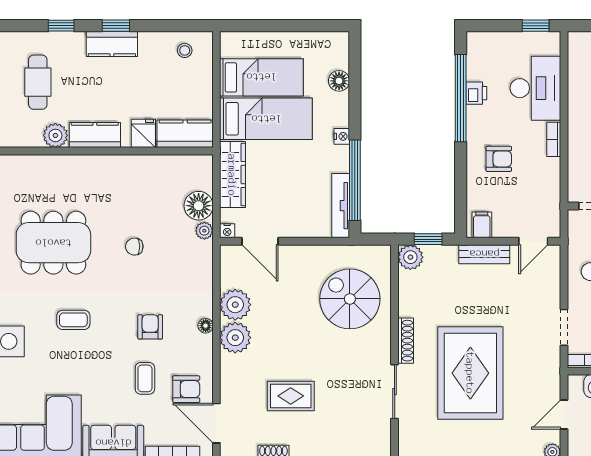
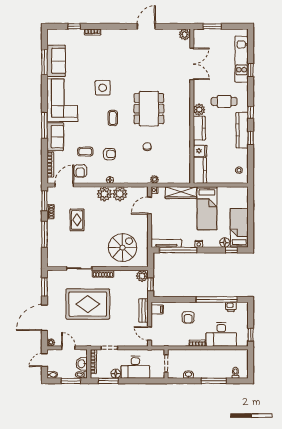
kitchen counter: (112, 44) -> (242, 130), width x1.50
window: (355, 67) -> (231, 250), added
bed: (261, 77) -> (239, 228), moved, turned 180
printer: (476, 93) -> (231, 307), moved
floor lamp: (199, 206) -> (166, 177), removed

